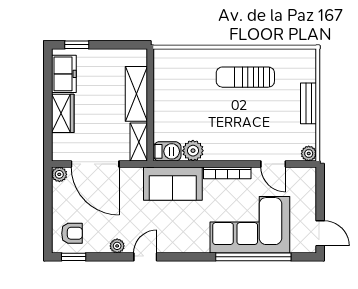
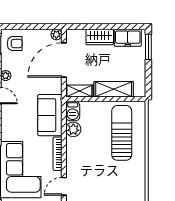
window: (77, 45) -> (148, 47), width x1.50
sun lounger: (245, 77) -> (122, 133), moved, width x1.36, depth x1.34
armchair: (72, 233) -> (15, 44), turned -90

